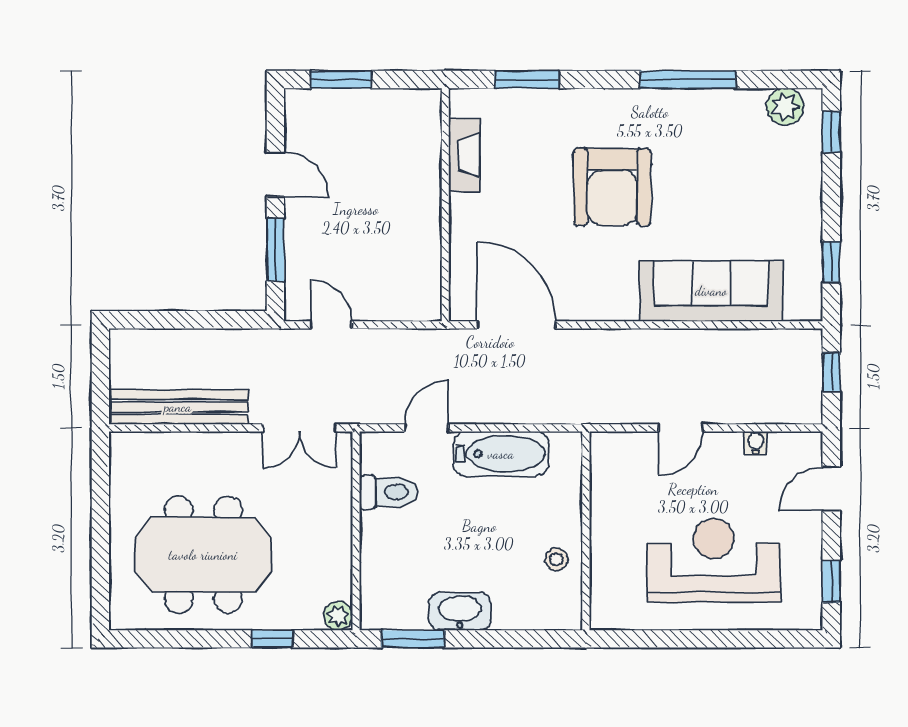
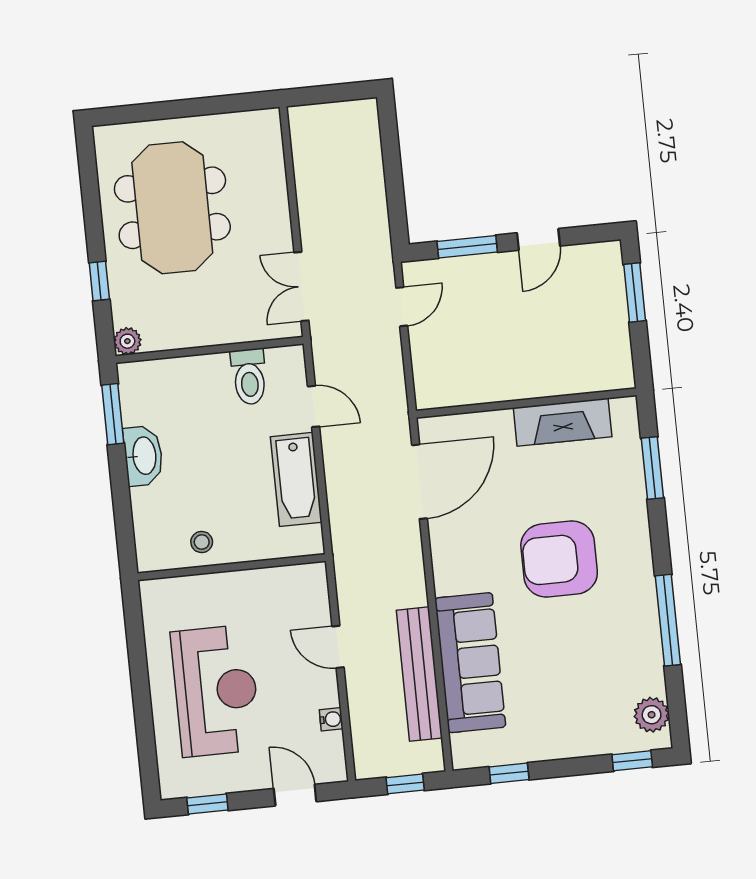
fireplace: (464, 155) -> (563, 422), width x1.37, depth x1.32
bench: (178, 407) -> (419, 674), moved

